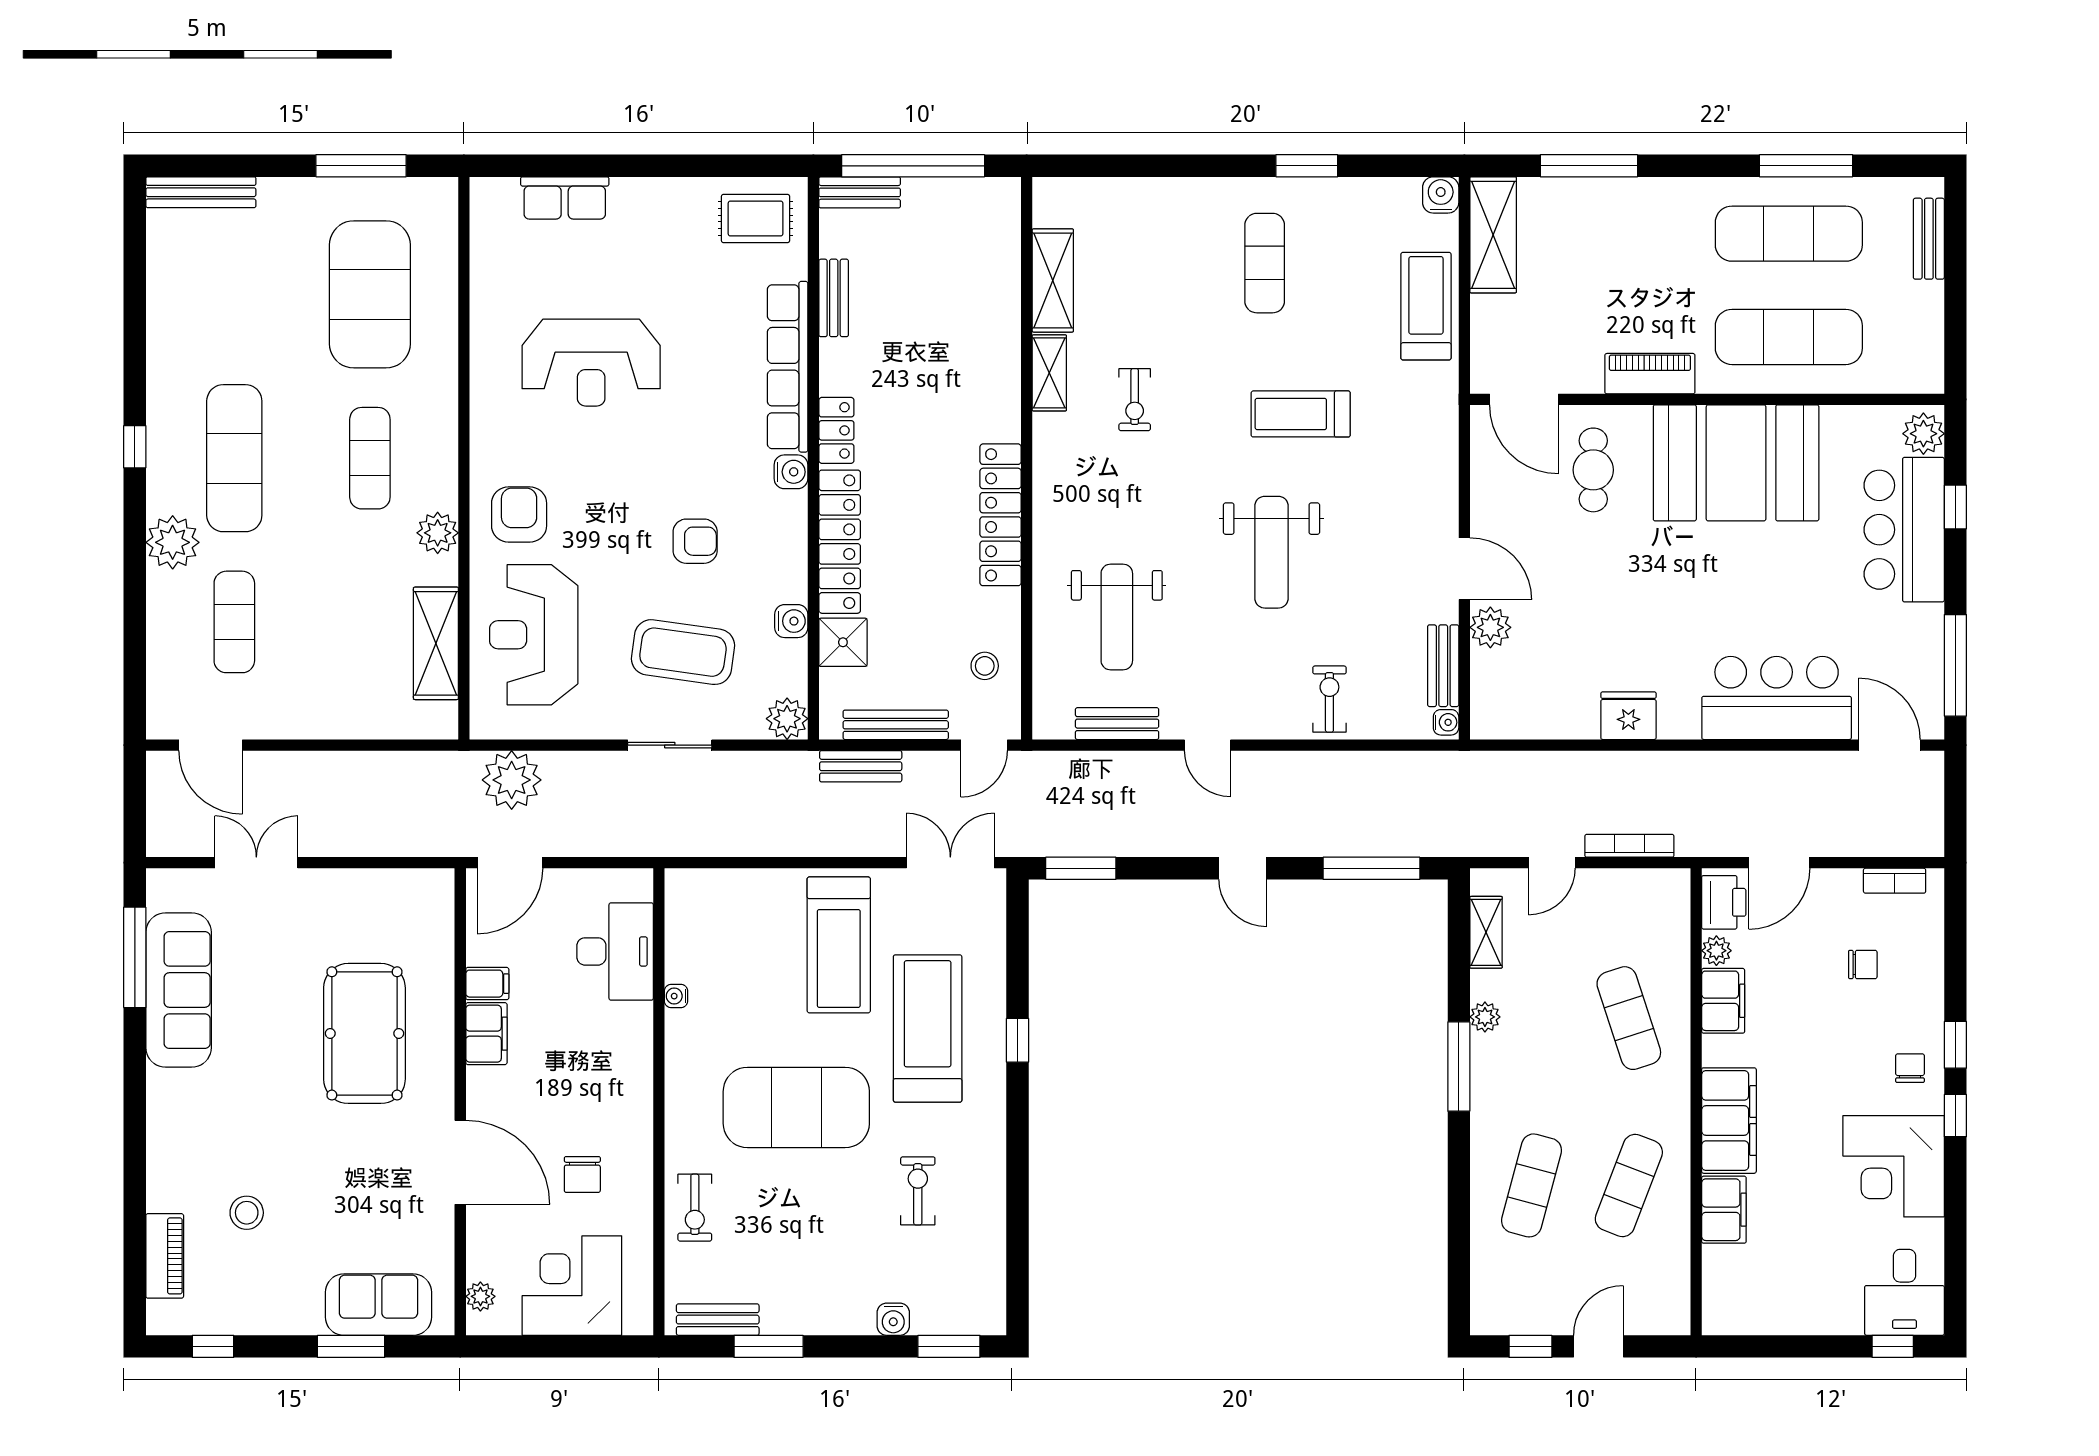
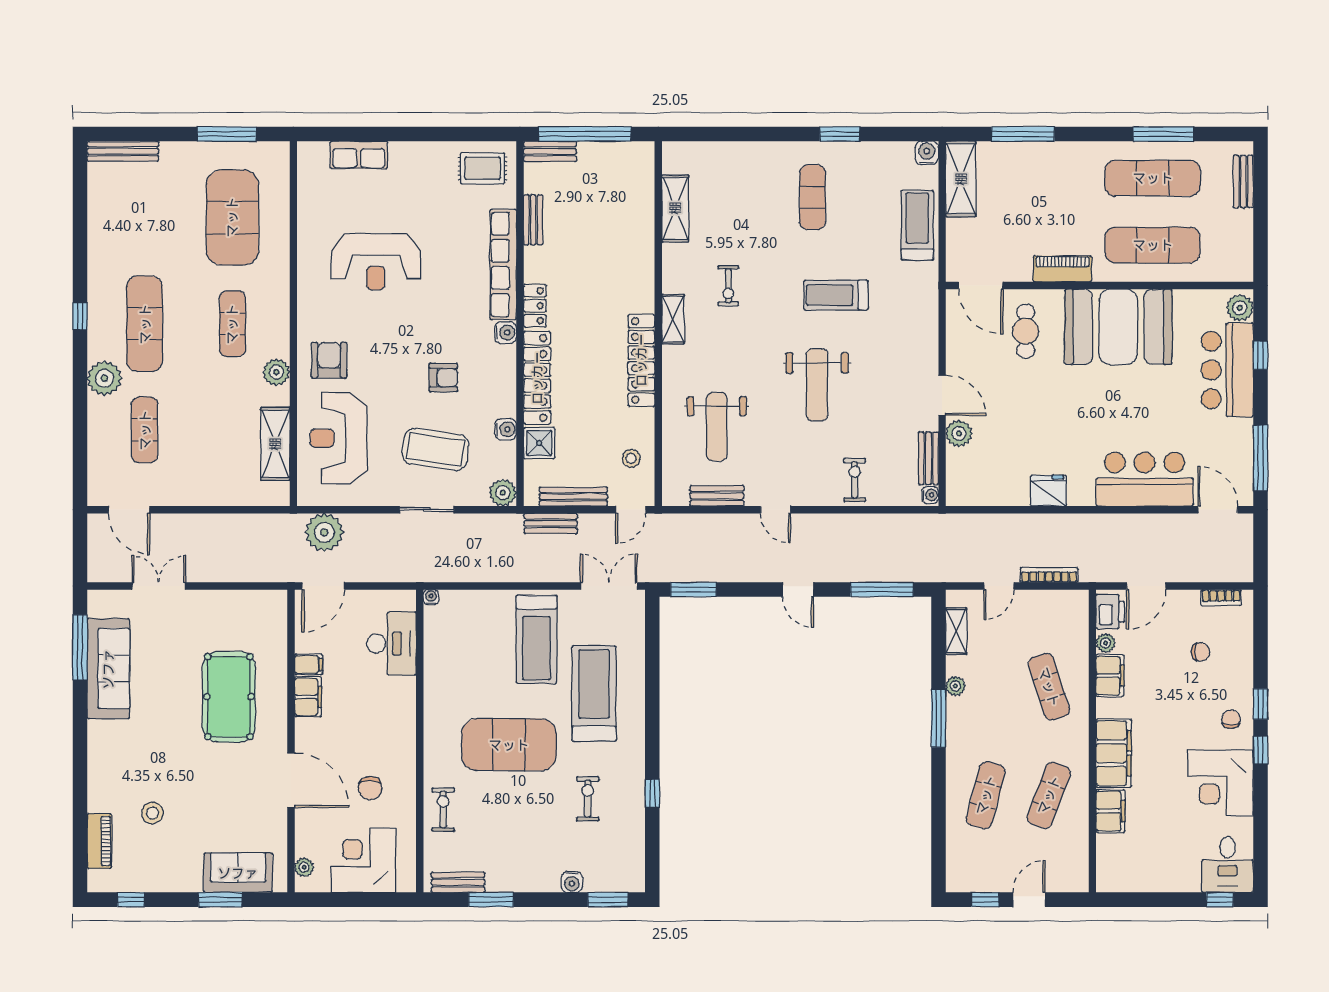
shelving: (1049, 373) -> (673, 319), moved
water cooler: (676, 996) -> (431, 597), moved, turned 90
window: (1017, 1040) -> (652, 793), moved
exercise bike: (695, 1208) -> (443, 810), turned 180

